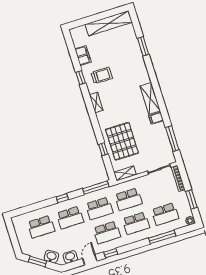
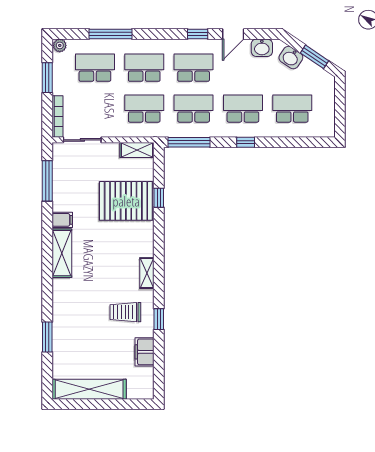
pallet: (122, 141) -> (126, 201), turned 90

